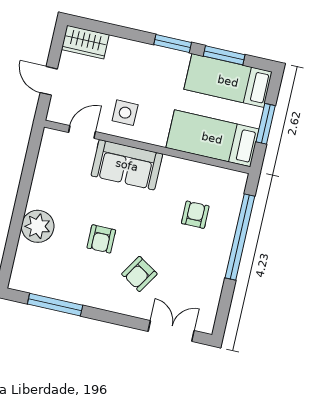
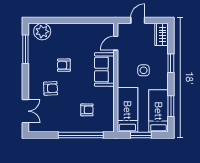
window: (173, 44) -> (171, 63), moved
side table: (125, 113) -> (144, 70), moved
door: (82, 132) -> (116, 43), swing flipped
plant: (38, 226) -> (42, 32), moved
armchair: (139, 274) -> (51, 88), turned 145

